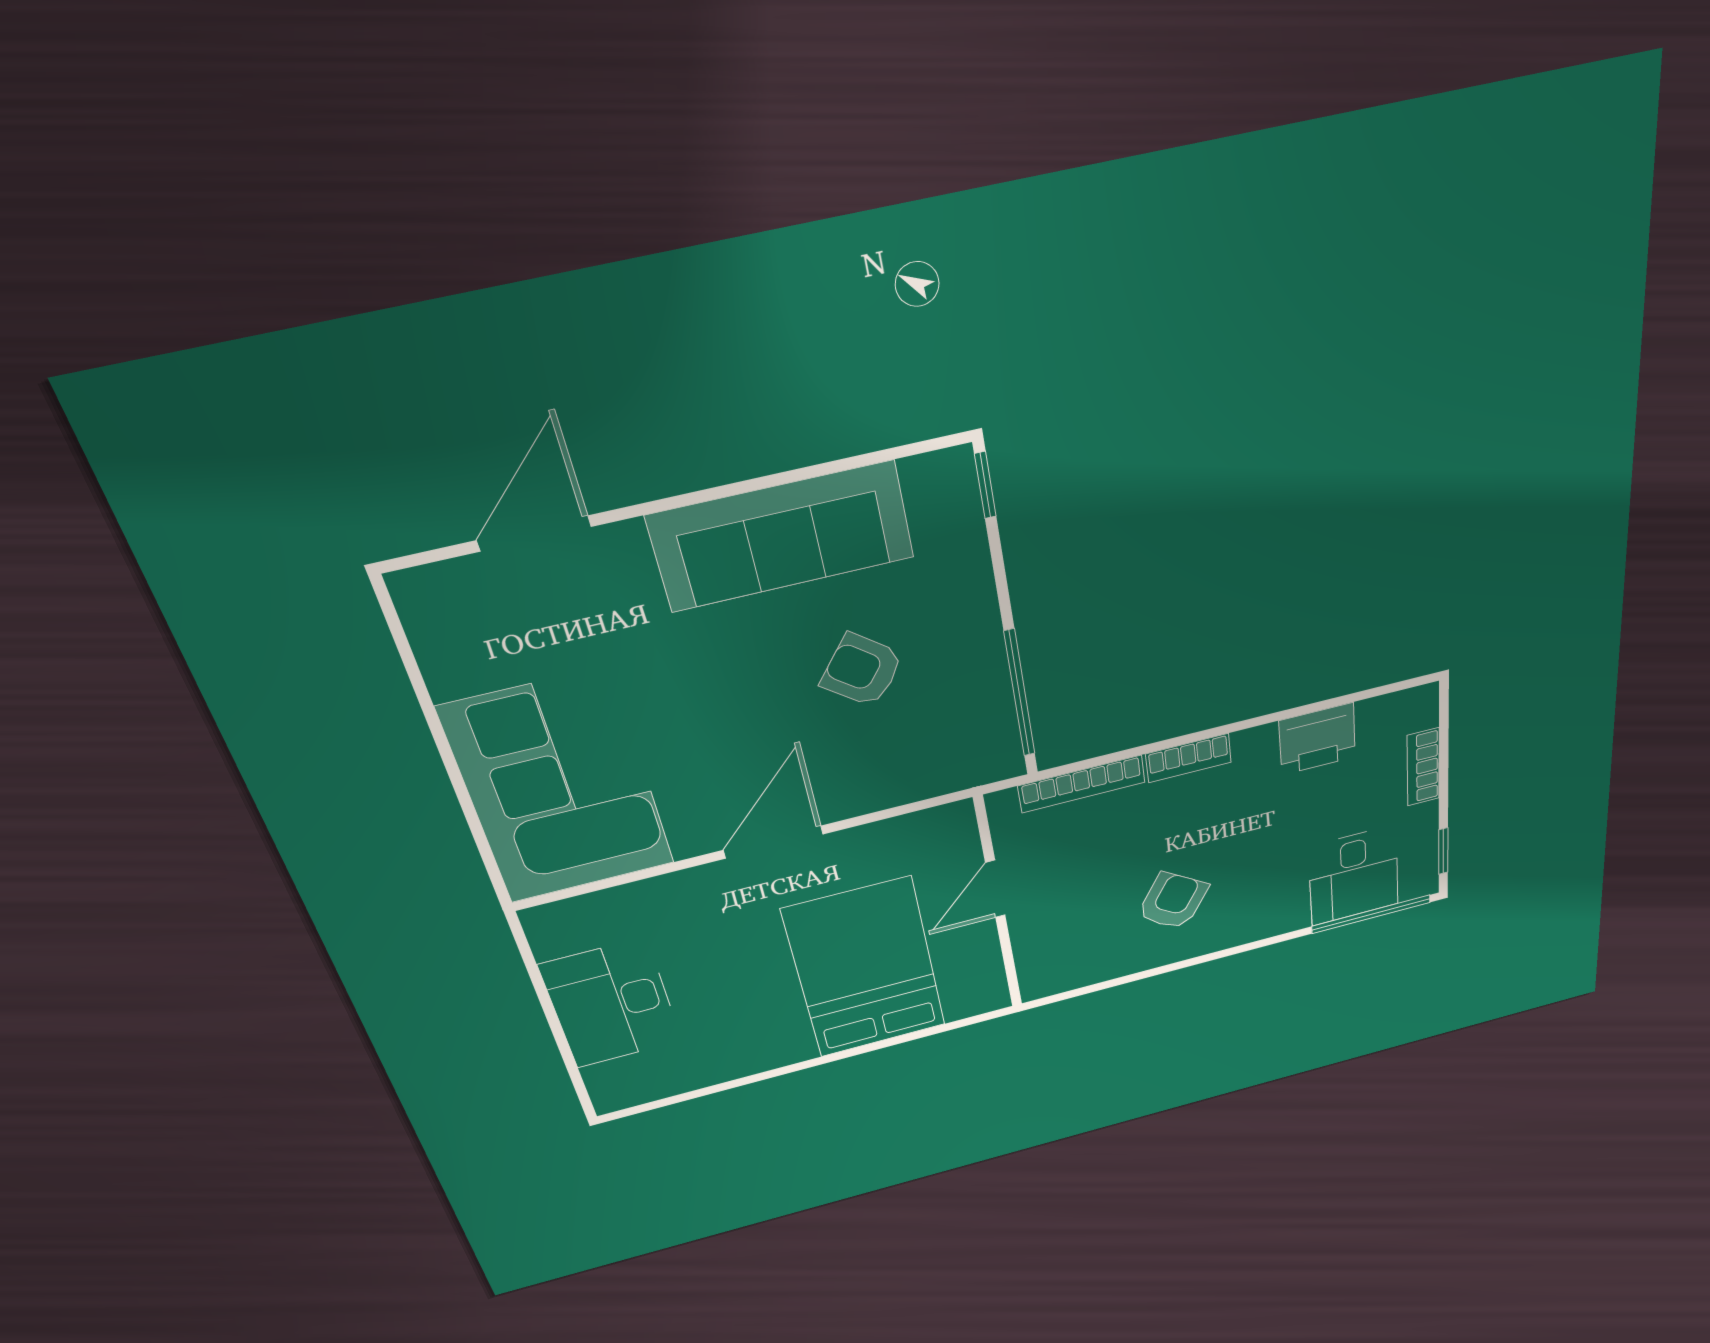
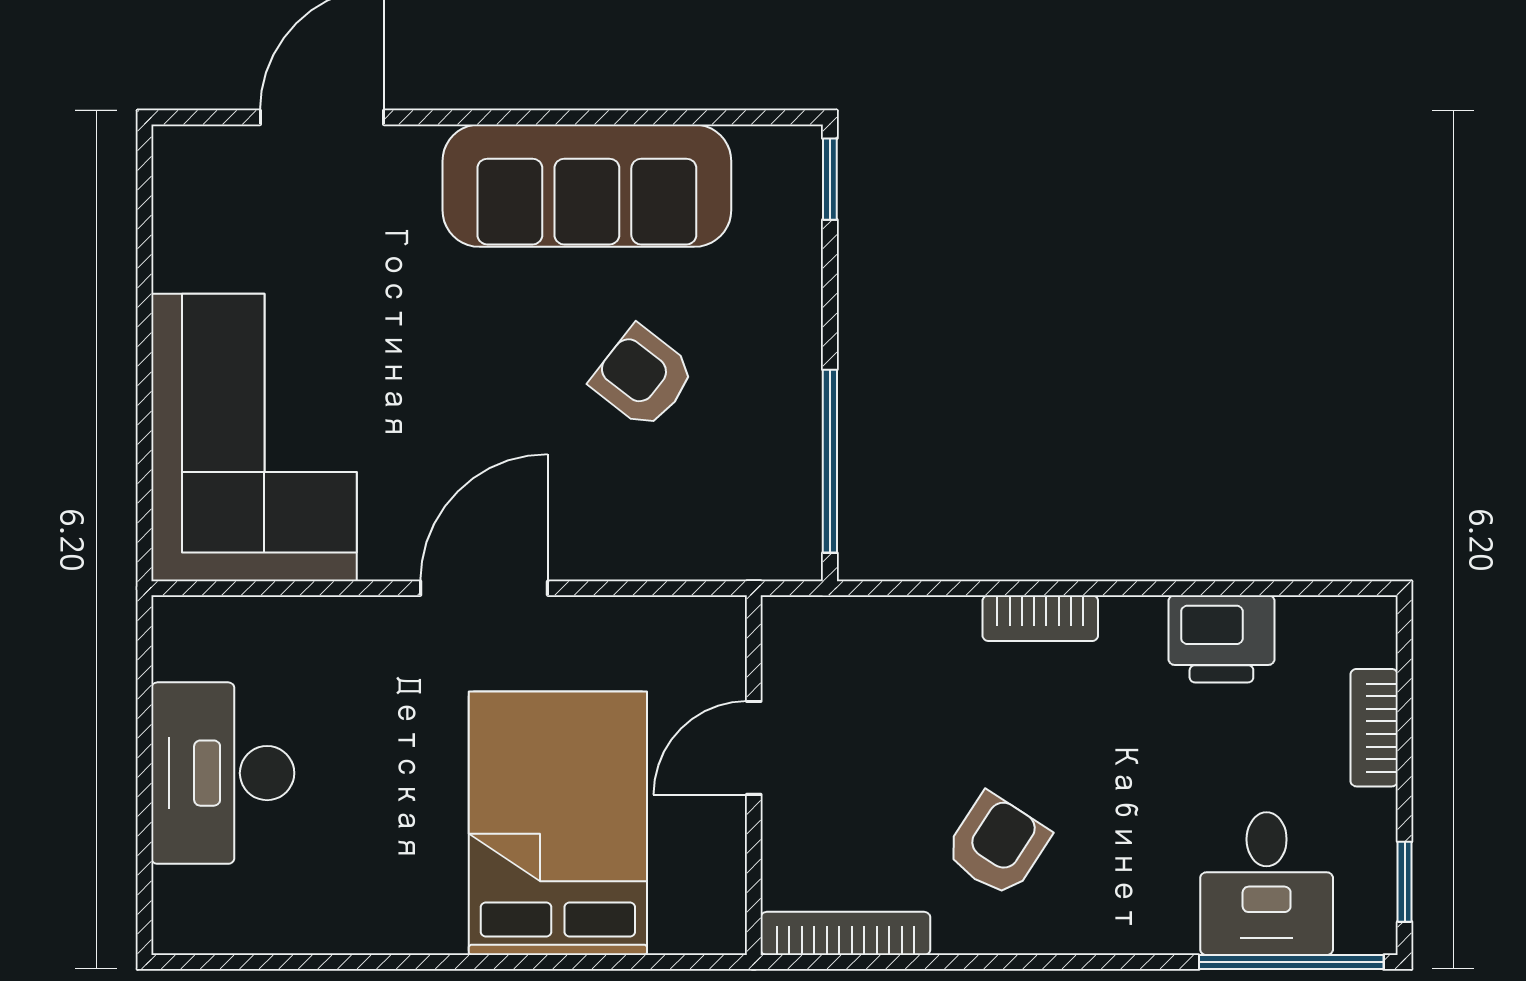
bookcase: (1082, 784) -> (845, 933), moved, turned 180

